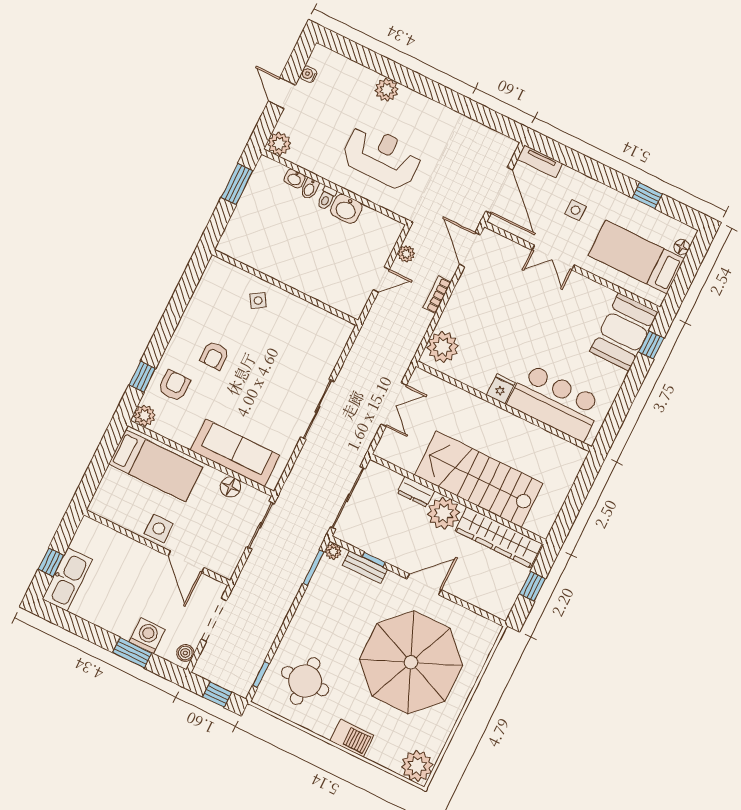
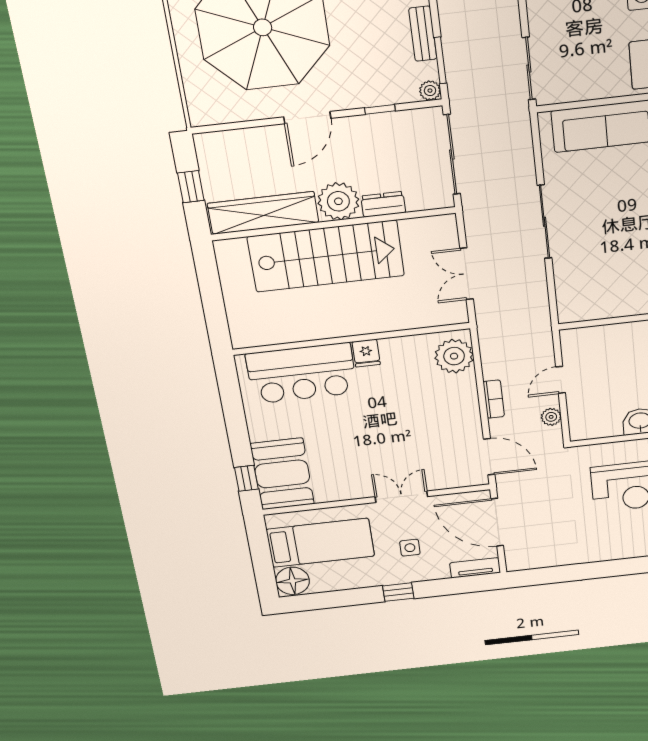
window: (647, 196) -> (398, 592), moved
floor lamp: (682, 247) -> (293, 581), width x1.89, depth x1.89
floor lamp: (230, 487) -> (588, 88), removed
bench: (365, 567) -> (423, 34), moved, turned 90

